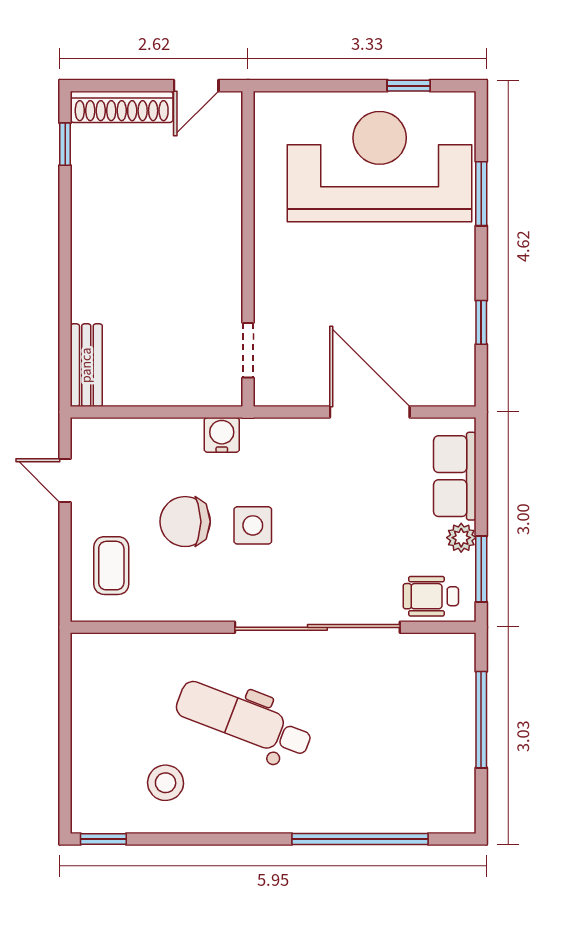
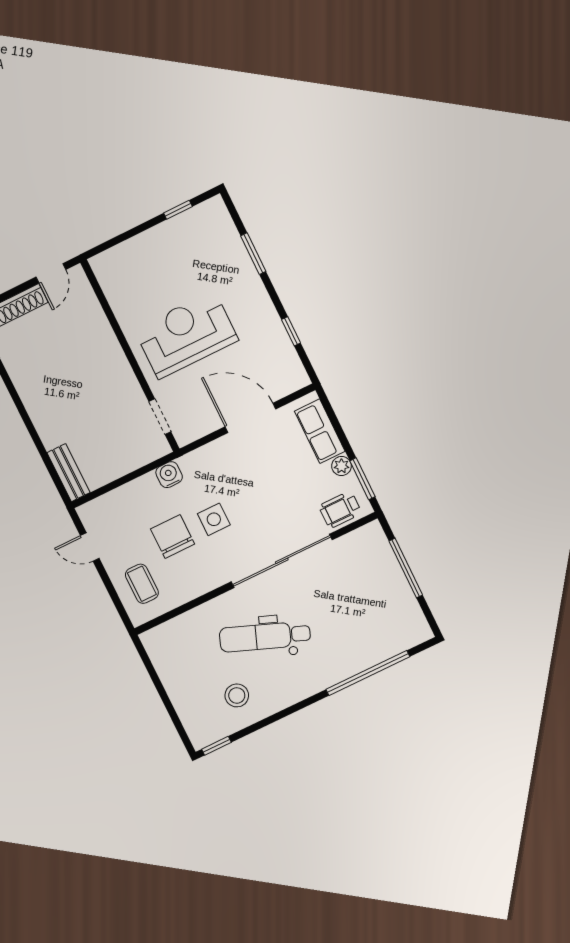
reception desk: (380, 167) -> (186, 335), moved, width x0.74, depth x0.77
chair: (185, 522) -> (173, 537), turned 90

